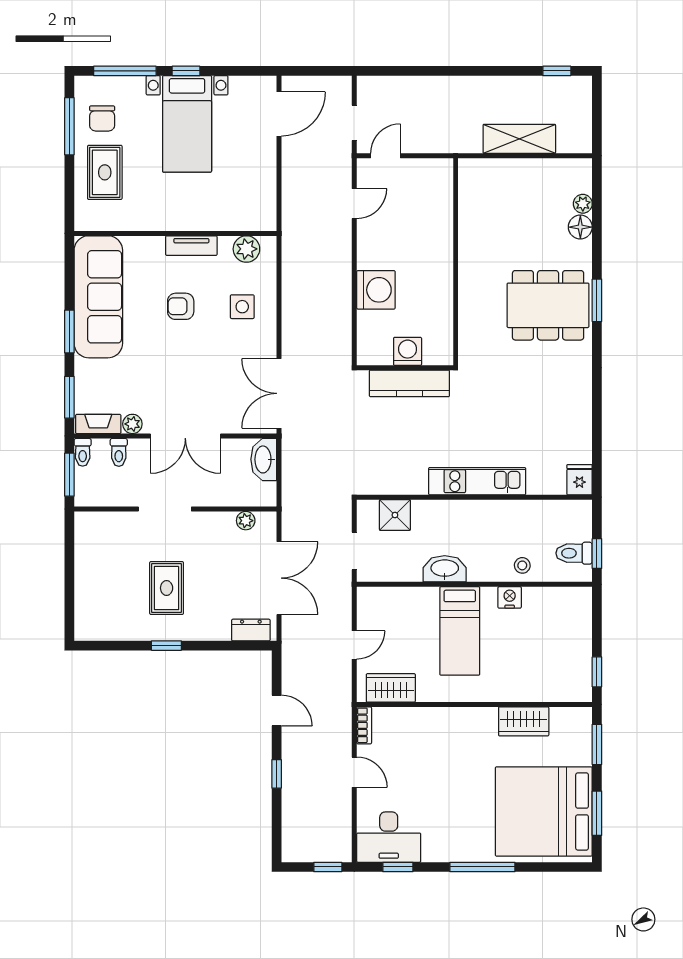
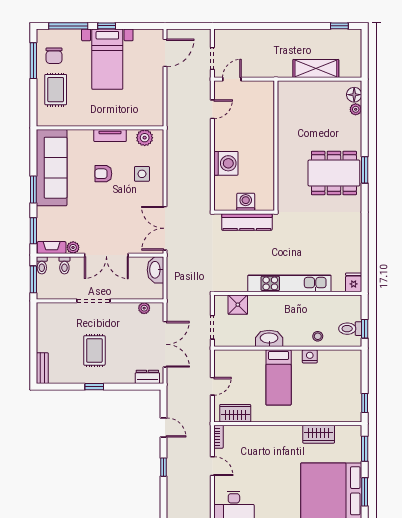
floor lamp: (580, 227) -> (354, 95), moved
kitchen unit: (477, 481) -> (289, 283), width x1.36
bench: (84, 616) -> (42, 368), added

